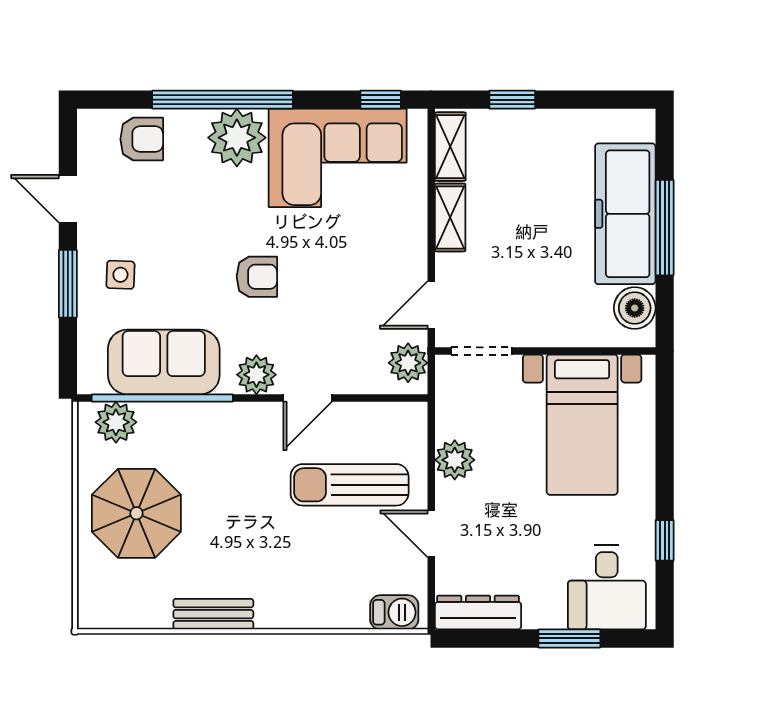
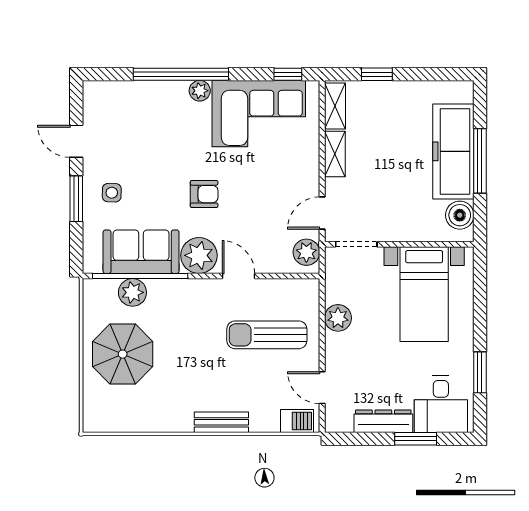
plant: (237, 138) -> (200, 91), width x0.53, depth x0.53
armchair: (142, 139) -> (126, 101), removed
plant: (256, 375) -> (199, 255), width x1.36, depth x1.36
door: (308, 398) -> (238, 276), swing flipped
plant: (116, 422) -> (132, 292), moved
door: (431, 534) -> (322, 388), moved
window: (665, 540) -> (480, 372), width x1.50
dresser: (478, 613) -> (383, 421), moved
bench: (213, 614) -> (221, 422), moved

